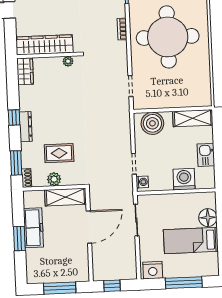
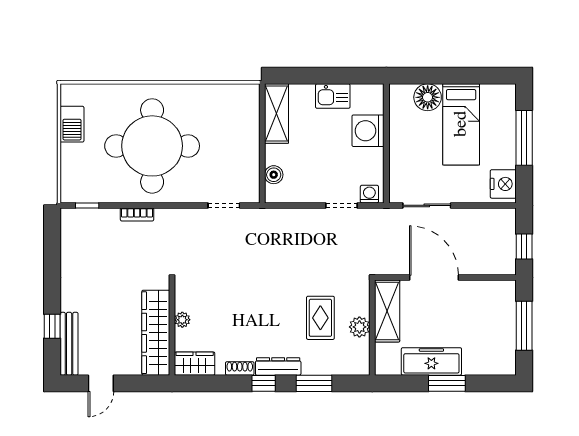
plant: (68, 61) -> (182, 320), moved
boiler: (152, 123) -> (274, 175), width x0.54, depth x0.54
window: (16, 163) -> (314, 383), moved
shoe rack: (27, 178) -> (240, 368), moved

